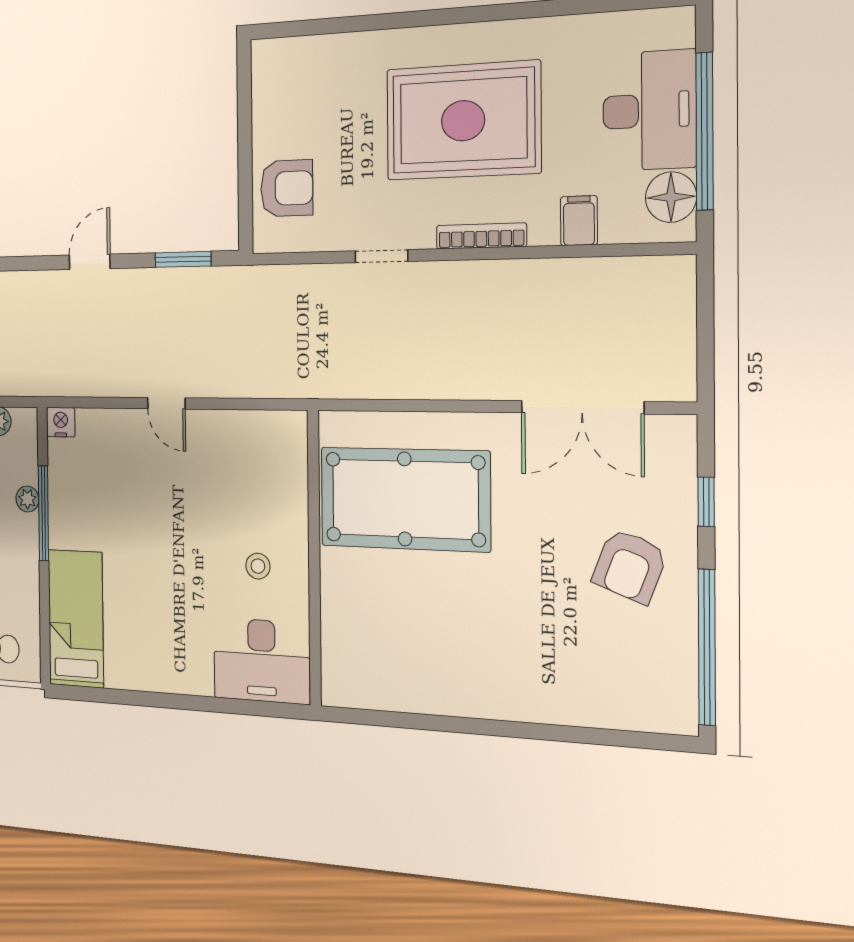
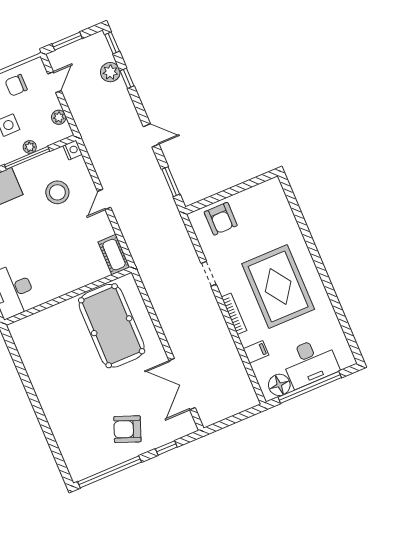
cot: (272, 431) -> (114, 255), added
stool: (258, 566) -> (57, 192), moved, width x1.89, depth x1.89

